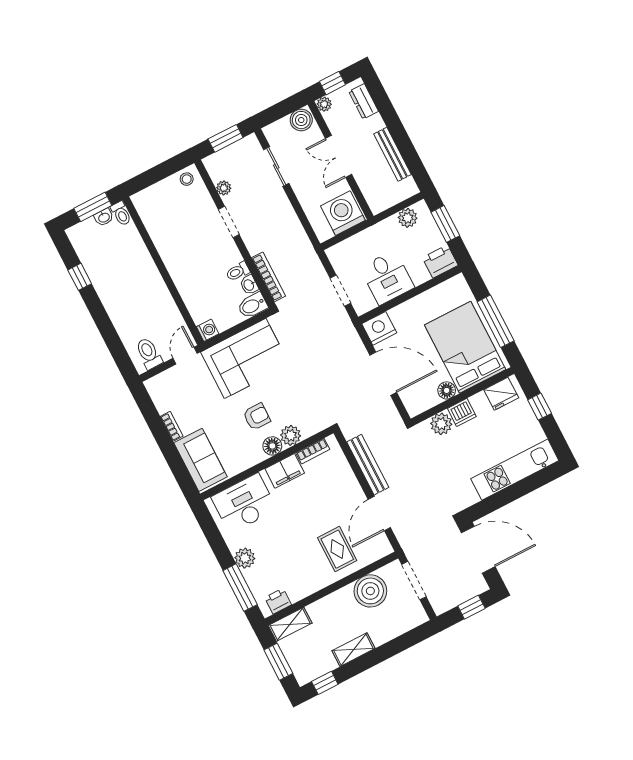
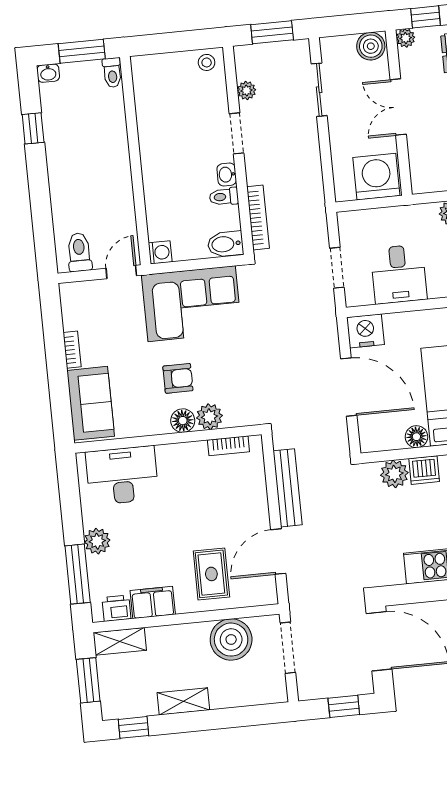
washbasin: (104, 217) -> (48, 73), moved
washbasin: (249, 285) -> (227, 175), moved
filing cabinet: (285, 471) -> (153, 602), moved, turned 180

